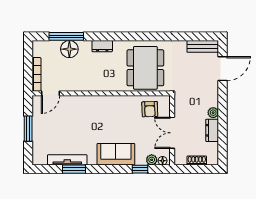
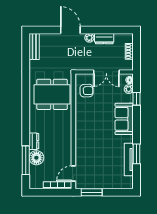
dresser: (102, 46) -> (34, 141), moved
door: (222, 69) -> (70, 30), moved
door: (50, 93) -> (73, 174), swing flipped
window: (28, 129) -> (92, 192), moved

